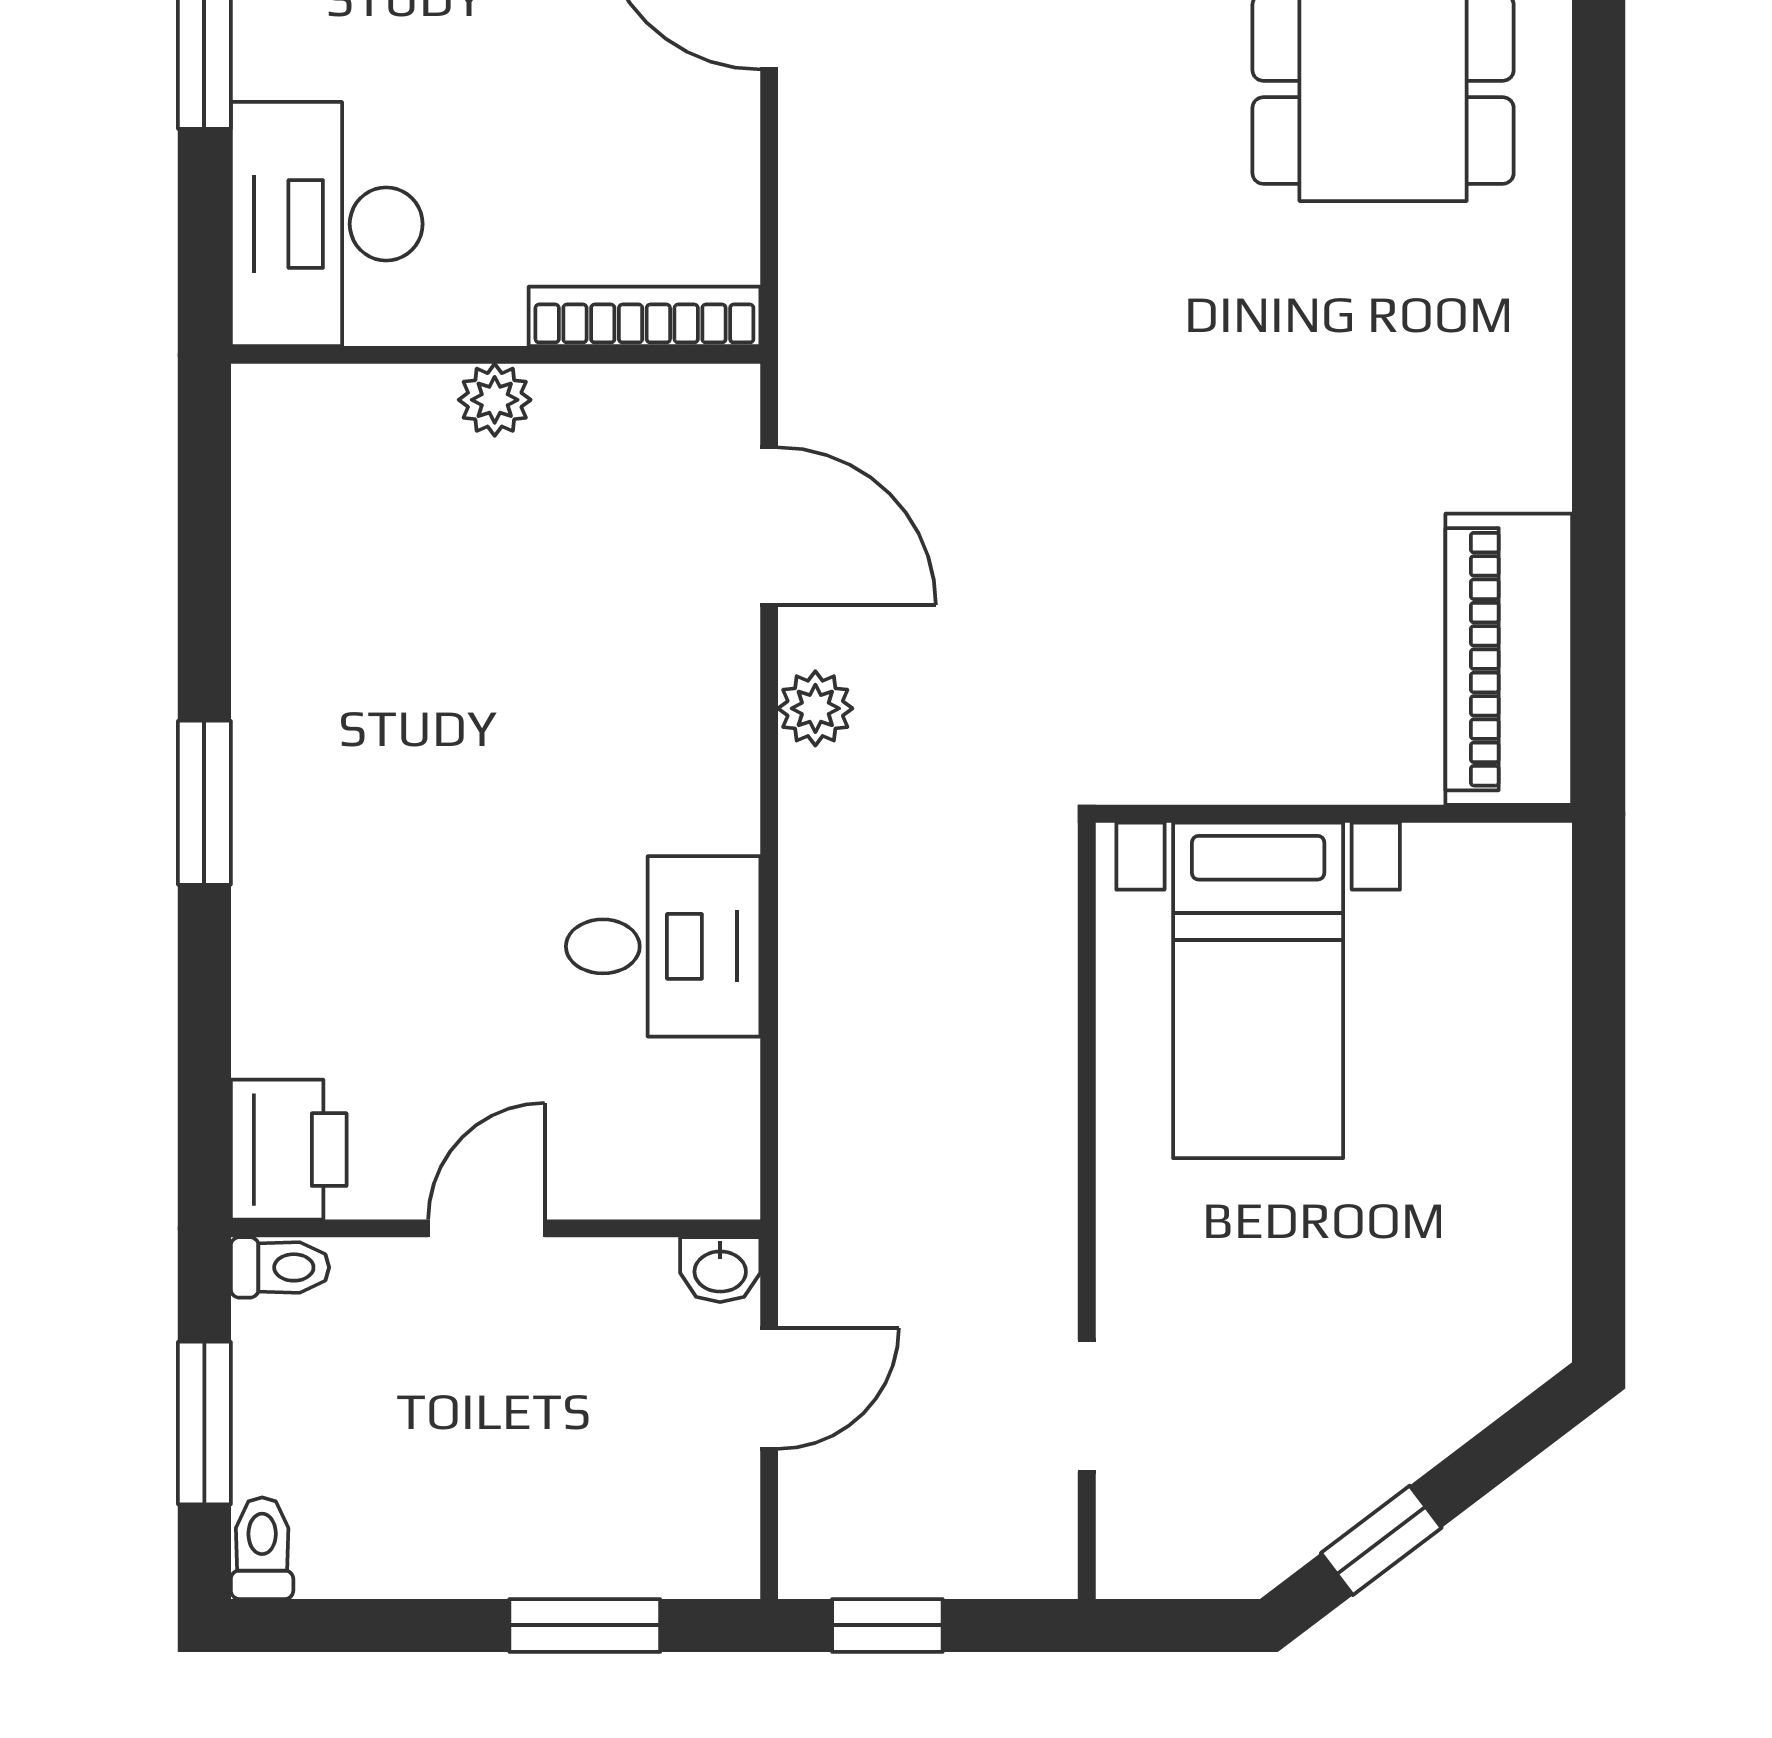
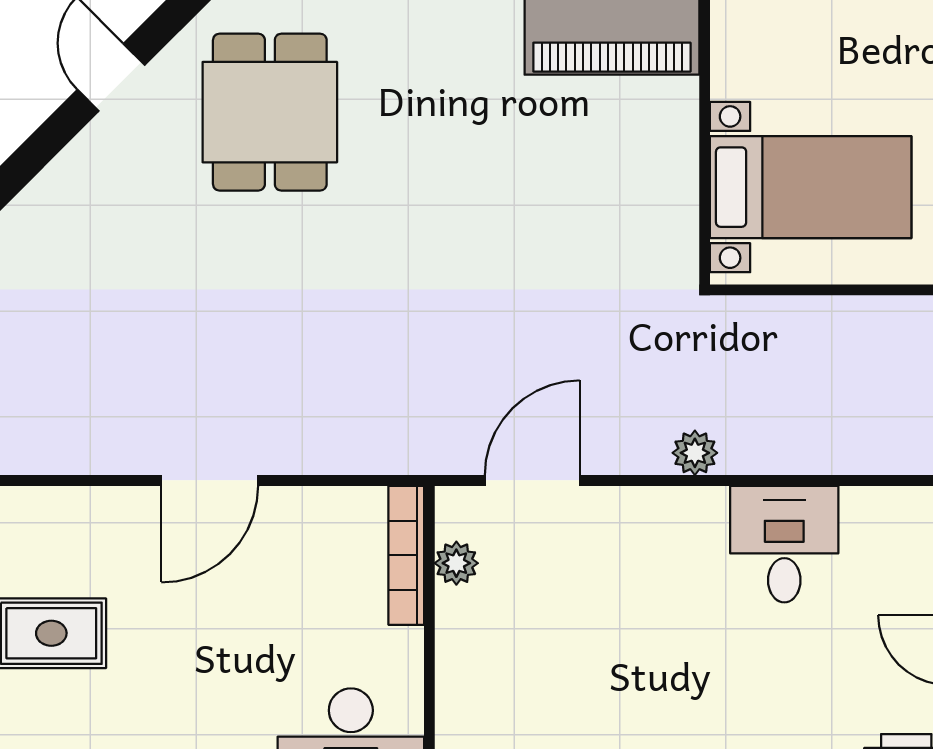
plant: (495, 400) -> (456, 563), moved
plant: (815, 708) -> (695, 453), moved

